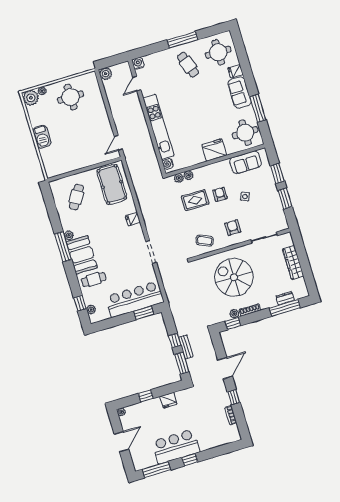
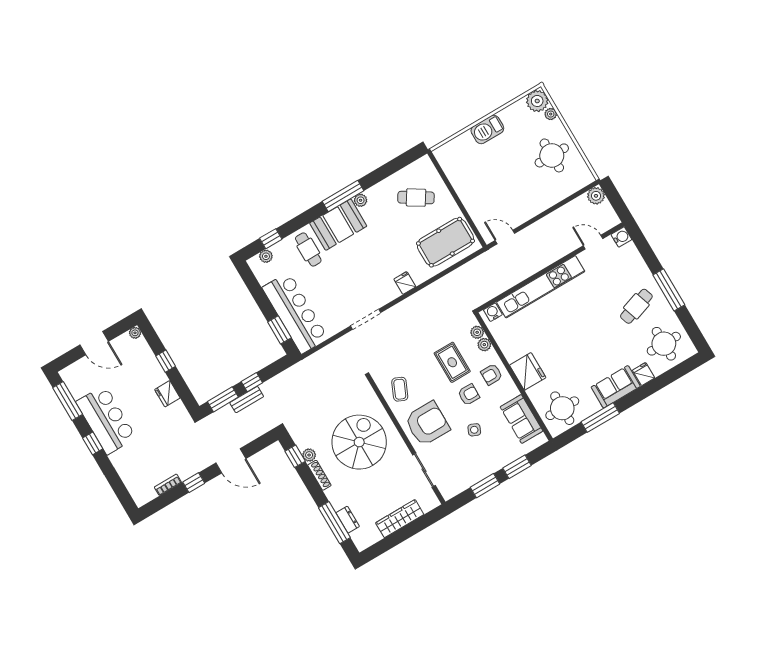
armchair: (210, 175) -> (492, 374), added
armchair: (233, 228) -> (427, 424), width x1.88, depth x1.88

